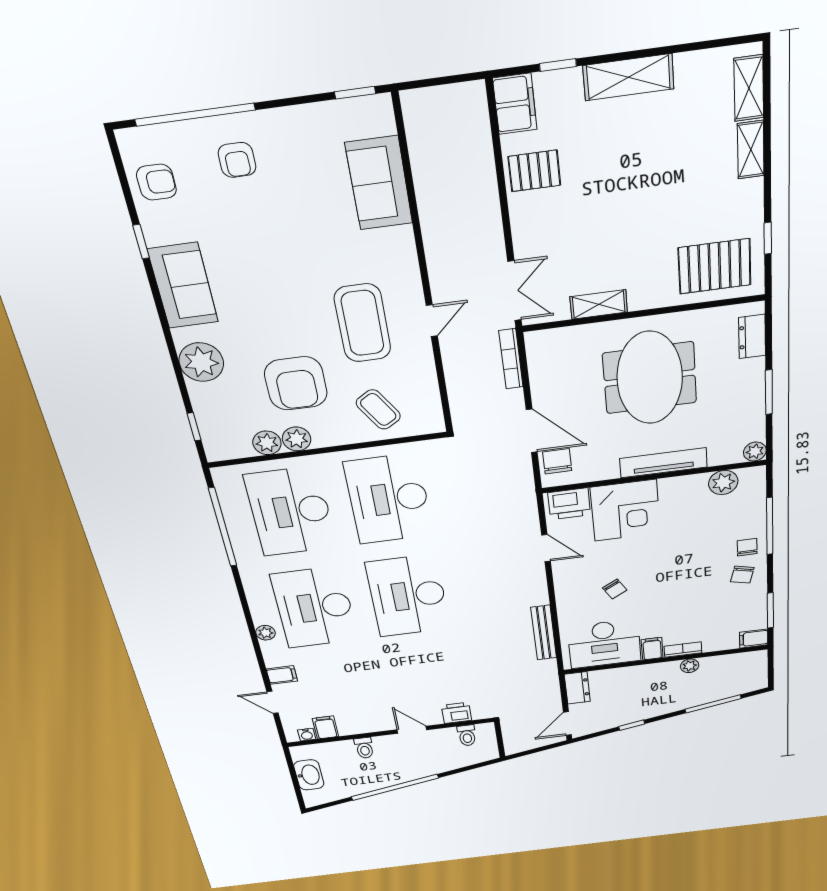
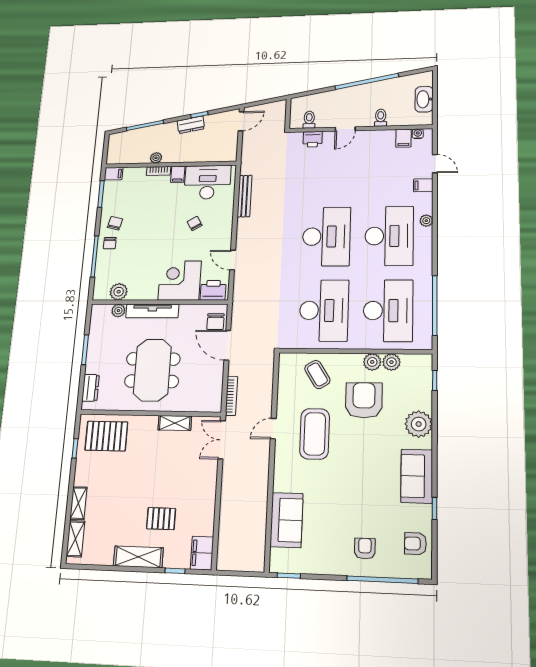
pallet: (534, 171) -> (161, 519), moved
plant: (755, 452) -> (118, 311), moved
dresser: (577, 688) -> (191, 125), moved, turned -101
door: (412, 730) -> (345, 129), hinge flipped

